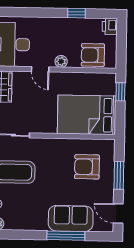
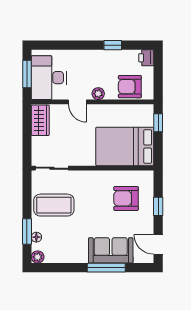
window: (119, 175) -> (158, 206), width x0.67

